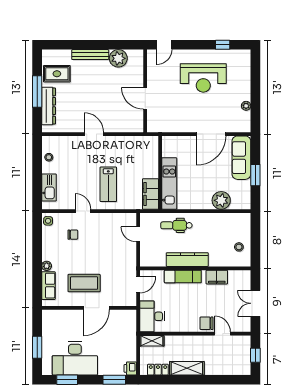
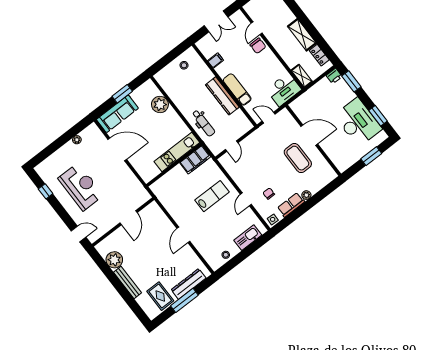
filing cabinet: (217, 277) -> (216, 61), width x0.50
row of seats: (48, 286) -> (291, 205), moved

